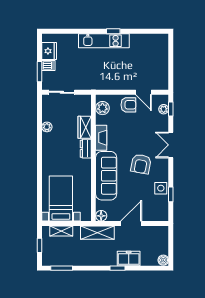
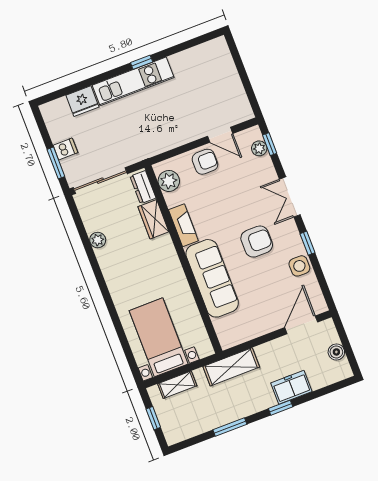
fridge: (49, 51) -> (82, 101), moved, turned 90
sliding door: (62, 92) -> (100, 181), width x1.37
dresser: (86, 149) -> (143, 187), moved
armchair: (141, 164) -> (257, 242), turned -101
window: (171, 194) -> (307, 243), moved
floor lamp: (101, 216) -> (227, 340), removed
door: (131, 224) -> (301, 325), moved
boiler: (163, 260) -> (336, 352), moved
window: (62, 268) -> (230, 427), moved

